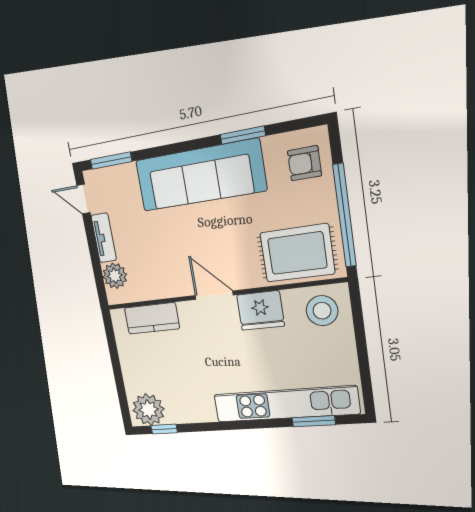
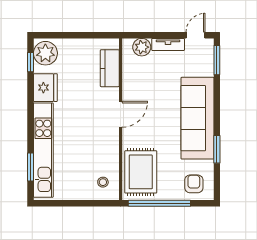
fridge: (260, 310) -> (45, 88), moved, turned 180
stool: (322, 311) -> (103, 182), width x0.53, depth x0.53

